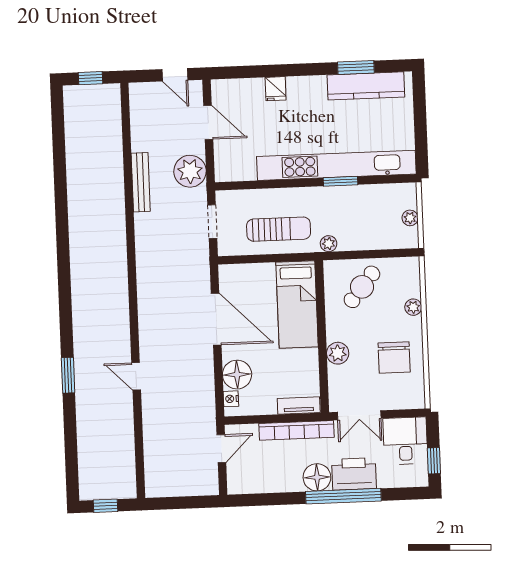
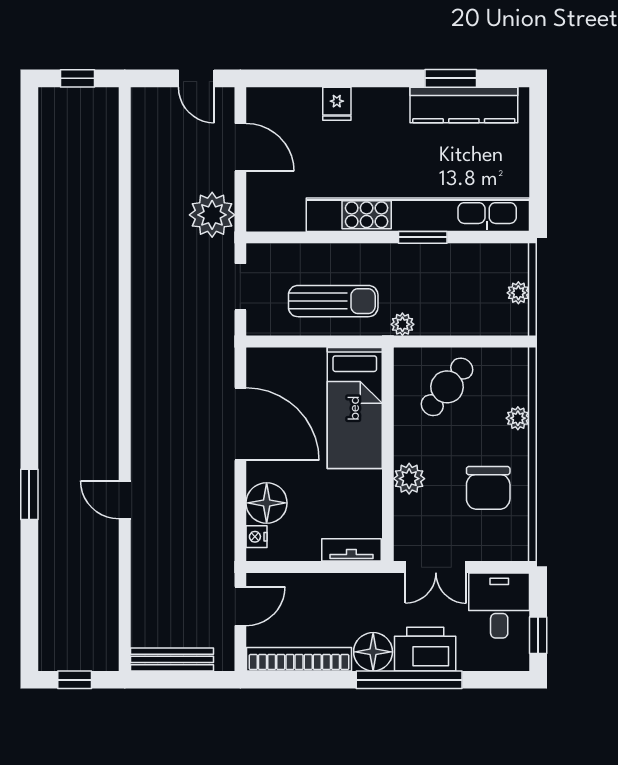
bench: (141, 182) -> (172, 659), moved, turned 90
bookcase: (297, 430) -> (299, 659), moved, turned 180

